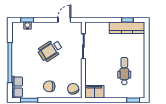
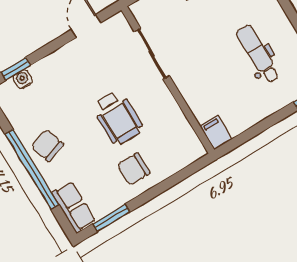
wheelchair: (50, 50) -> (118, 118), moved, turned -57
chair: (73, 89) -> (47, 145), moved
filing cabinet: (94, 92) -> (216, 133), width x0.50

